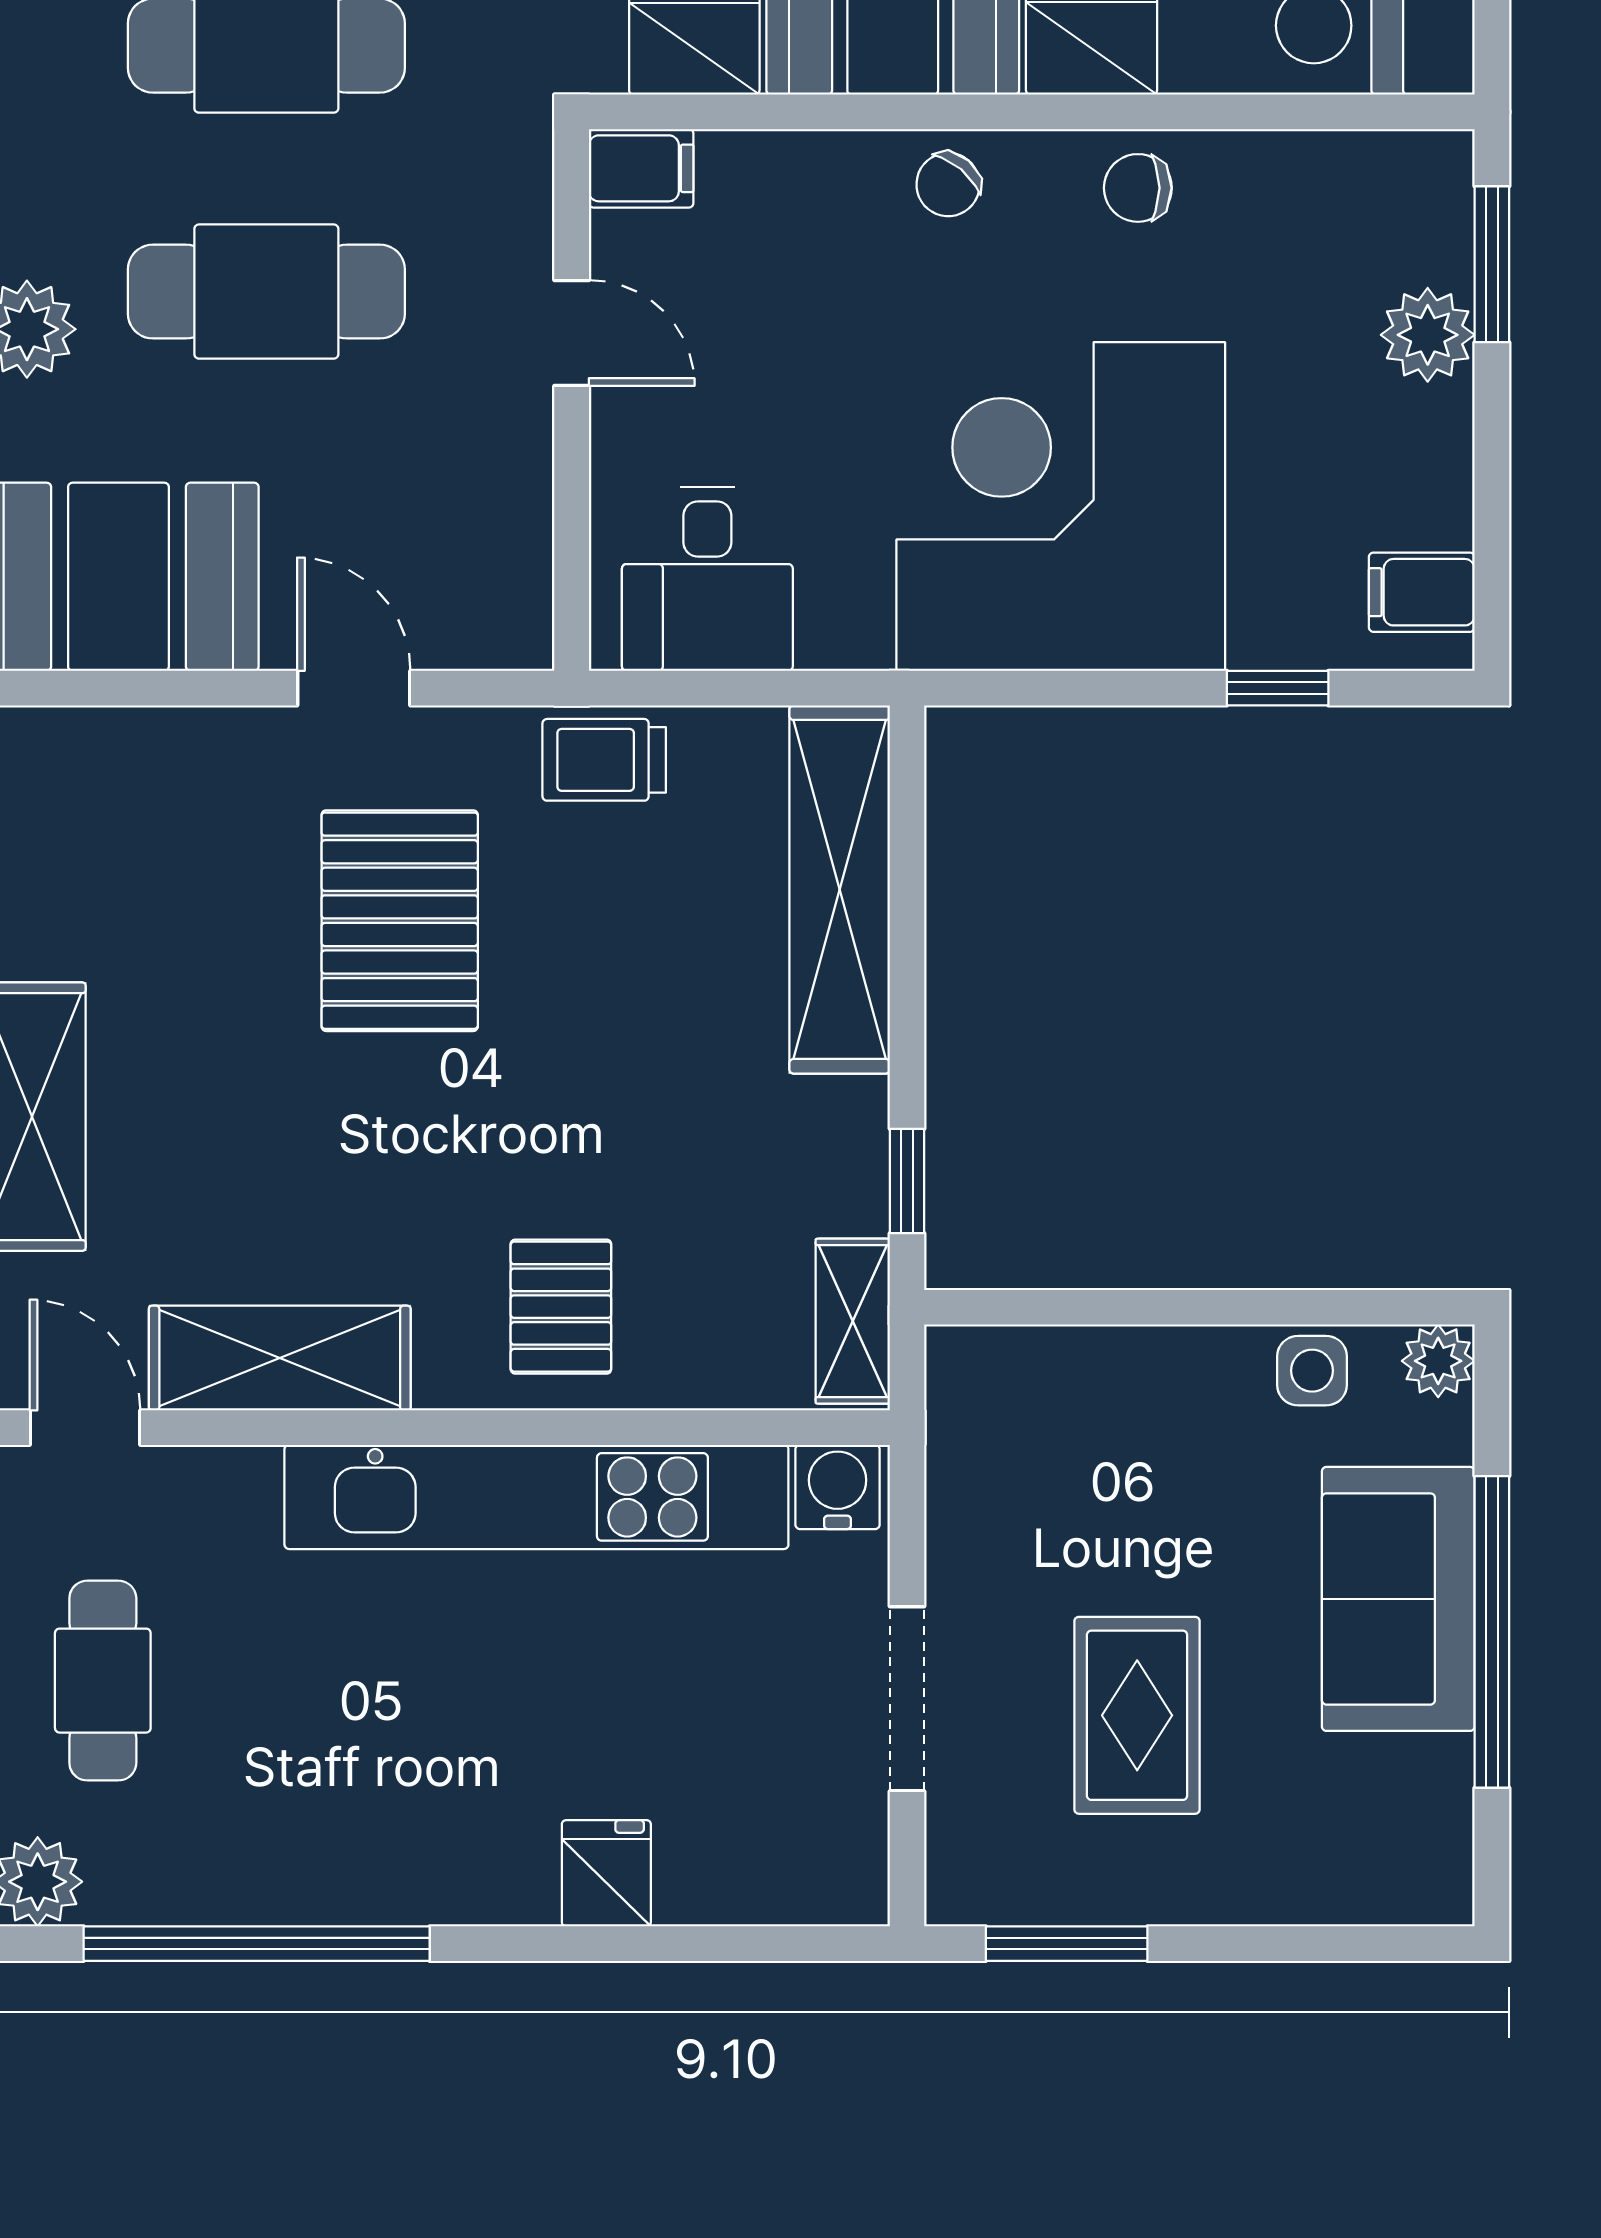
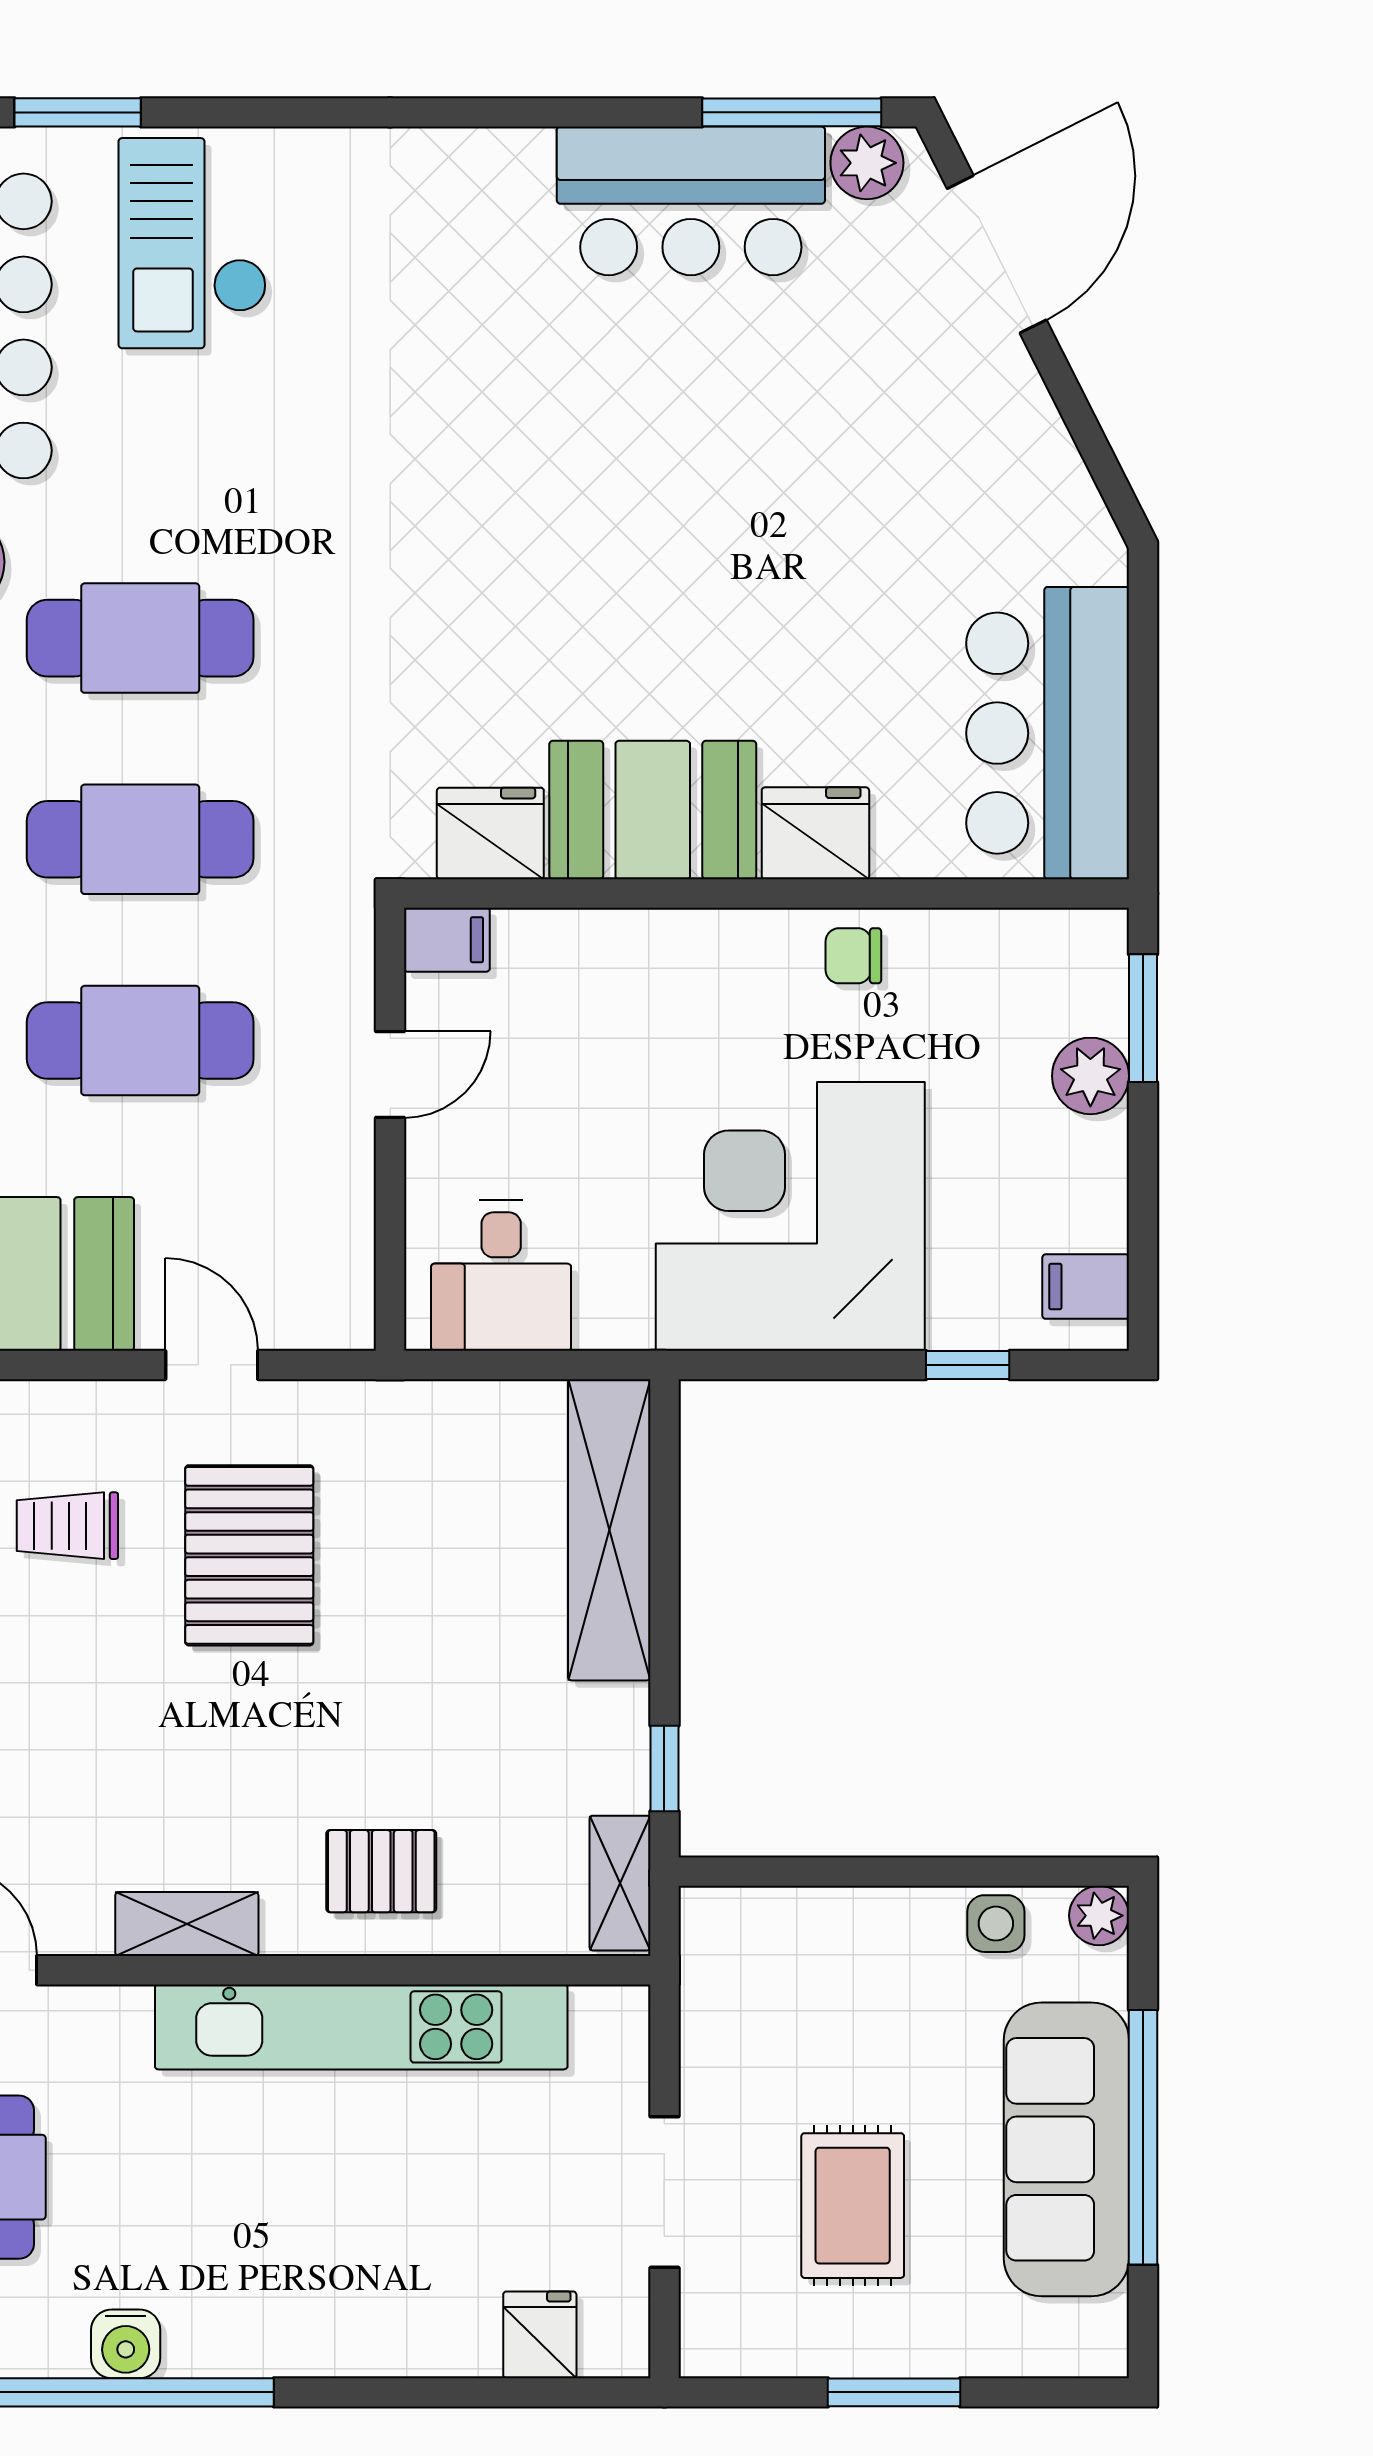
chair: (948, 185) -> (698, 953), removed
door: (572, 333) -> (390, 1074), hinge flipped
trolley: (604, 760) -> (67, 1526), moved
pallet: (561, 1307) -> (381, 1871), turned 90
shelving: (280, 1358) -> (187, 1924), width x0.67, depth x0.75
water cooler: (838, 1487) -> (126, 2344), moved, turned 180
sofa: (1398, 1599) -> (1066, 2149), width x1.36
fridge: (606, 1873) -> (540, 2335), moved
window: (1067, 1944) -> (894, 2392), moved

